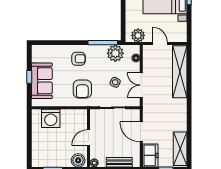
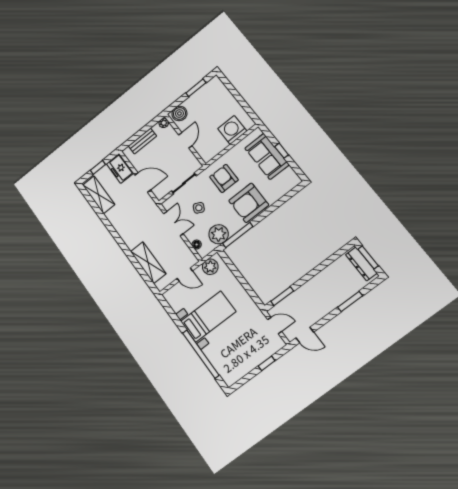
armchair: (78, 59) -> (249, 203), width x1.88, depth x1.88
shelving: (180, 72) -> (148, 263), width x0.68

